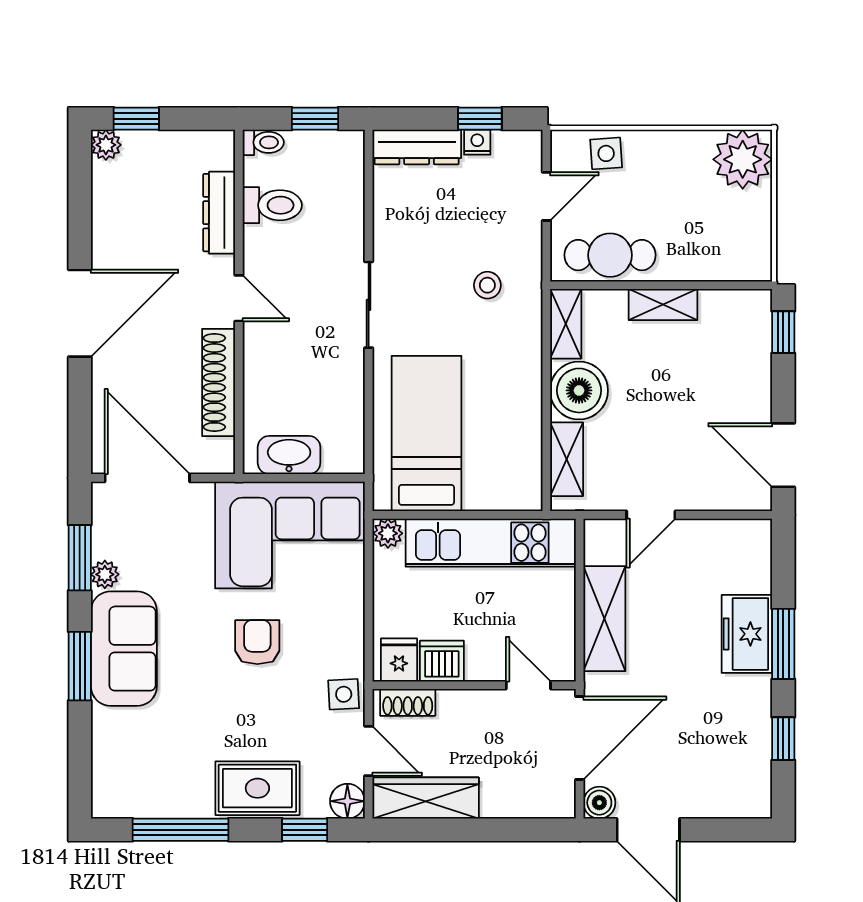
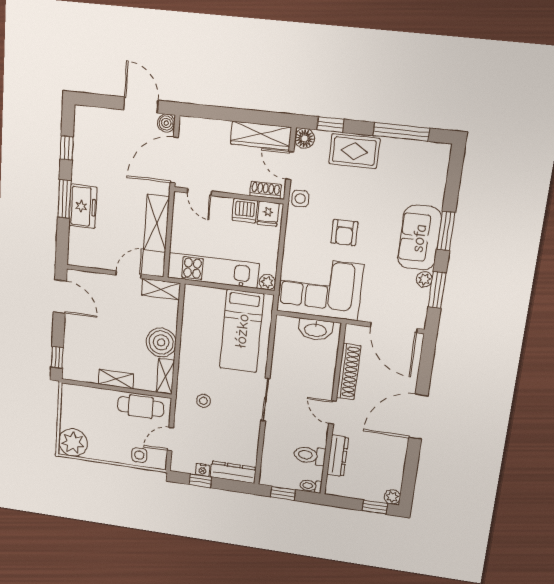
shelving: (567, 459) -> (161, 289), moved, turned 90

